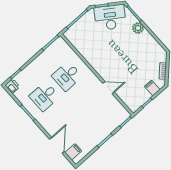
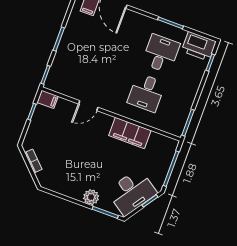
filing cabinet: (91, 56) -> (130, 133), added
desk: (67, 76) -> (146, 93), turned 180
printer: (12, 86) -> (199, 46), width x1.87, depth x1.48
filing cabinet: (152, 88) -> (48, 99), moved

